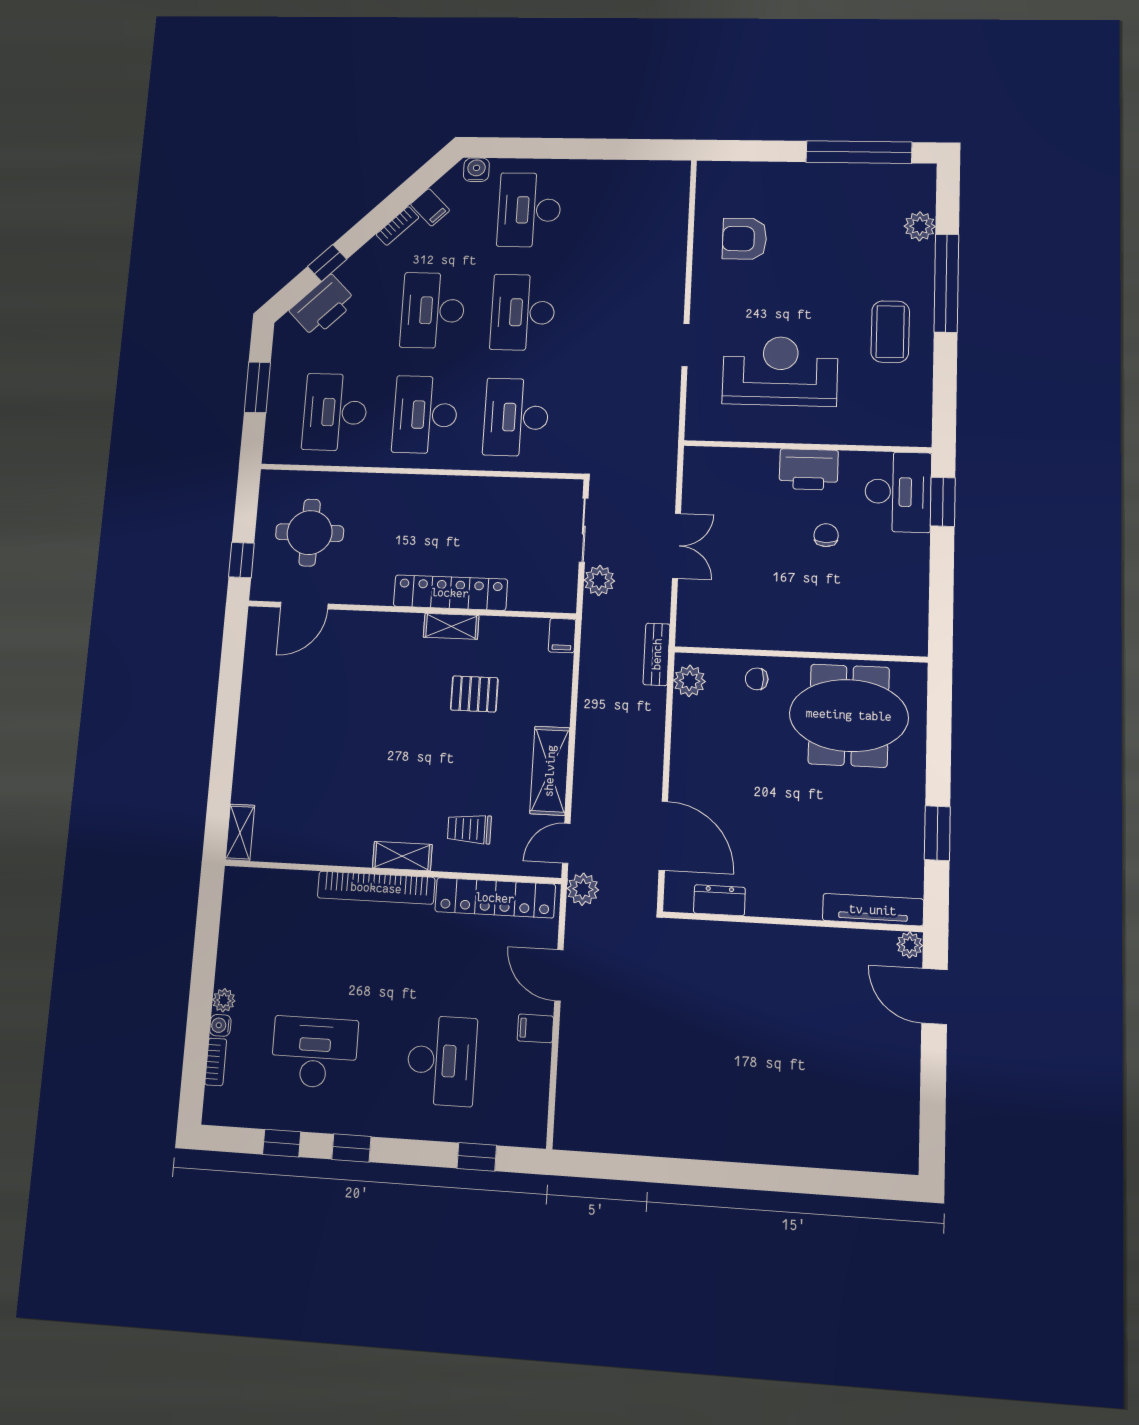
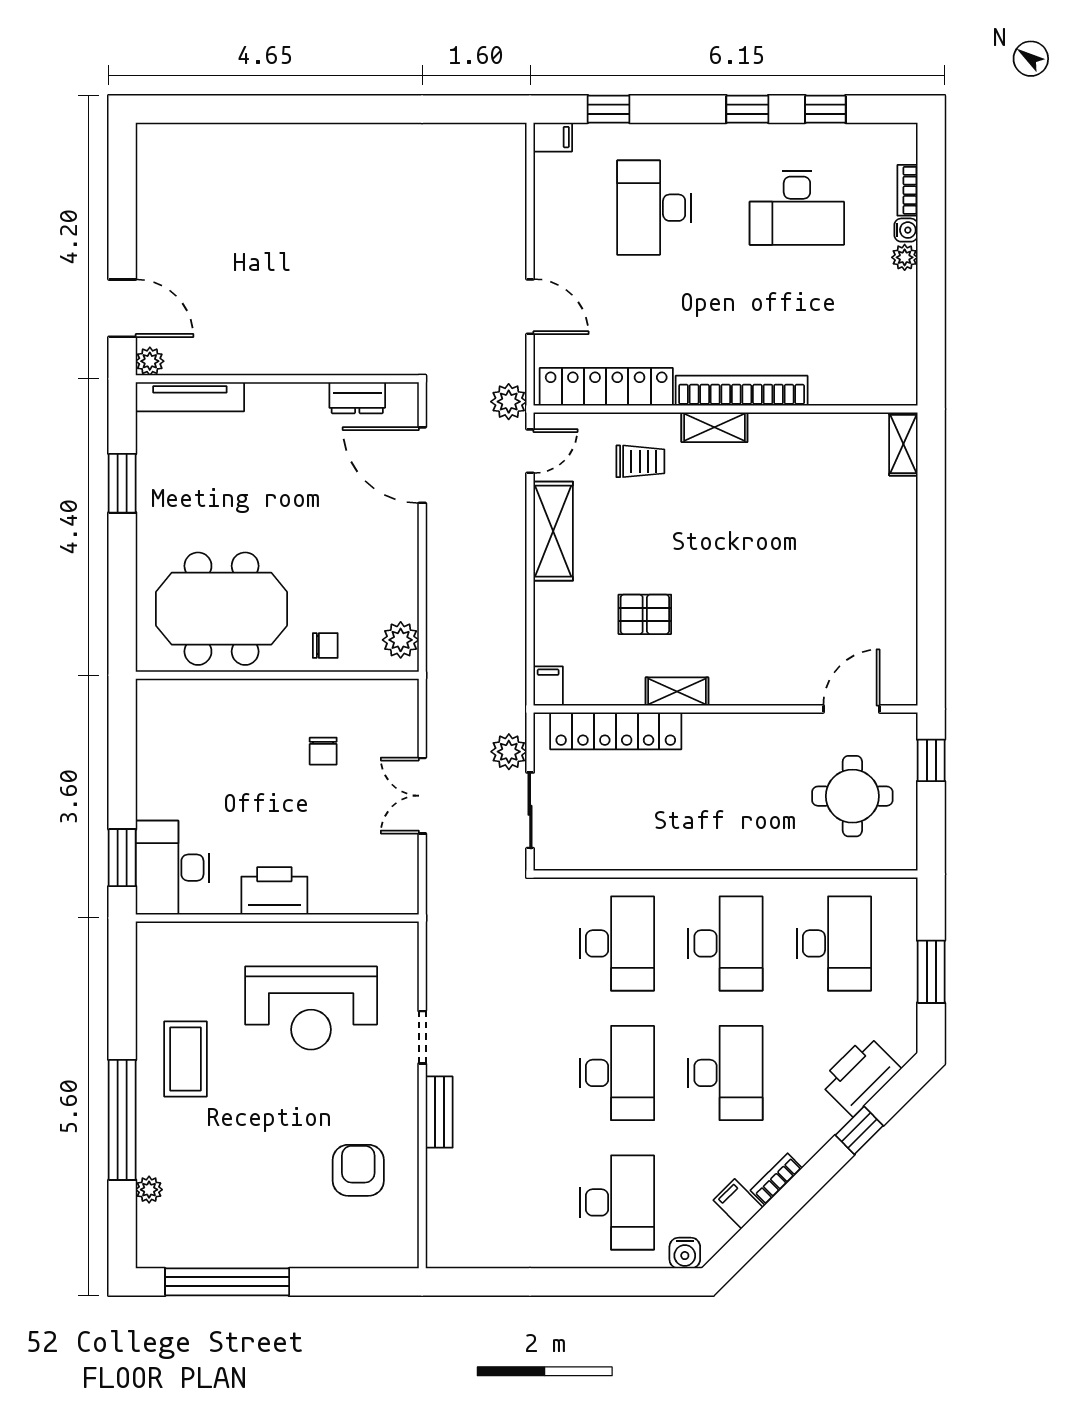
plant: (920, 226) -> (149, 1190), width x0.73, depth x0.73
armchair: (744, 239) -> (358, 1170), turned -90
chair: (826, 535) -> (323, 751), moved
locker: (450, 593) -> (616, 731), moved
bench: (657, 654) -> (439, 1112), moved
filing cabinet: (535, 1028) -> (553, 137), moved

